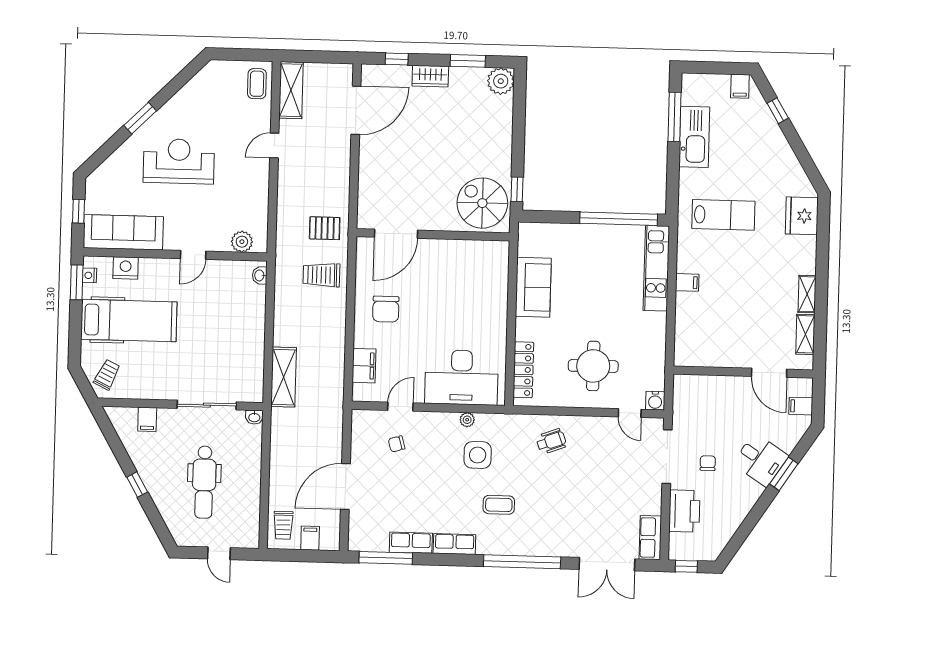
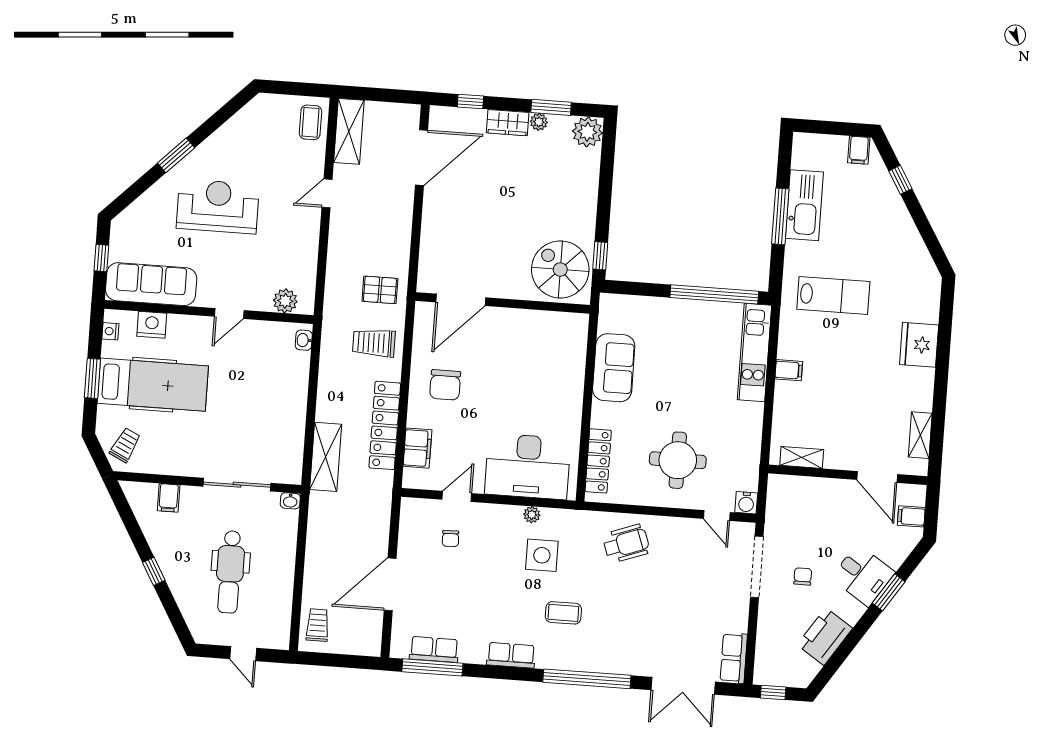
plant: (458, 74) -> (539, 122), added
window: (675, 117) -> (780, 216), moved
fridge: (802, 216) -> (919, 345), moved
window: (77, 282) -> (92, 378), moved
shelving: (807, 294) -> (802, 457), moved, turned 90
locker: (334, 347) -> (385, 425), added
wheelchair: (551, 441) -> (626, 544), width x1.36, depth x1.37
chair: (397, 444) -> (451, 538), turned -76
printer: (684, 511) -> (825, 637), moved, turned -147
trolley: (283, 525) -> (318, 625), turned 180
filing cabinet: (310, 538) -> (347, 641), removed
row of seats: (411, 543) -> (434, 649), moved

